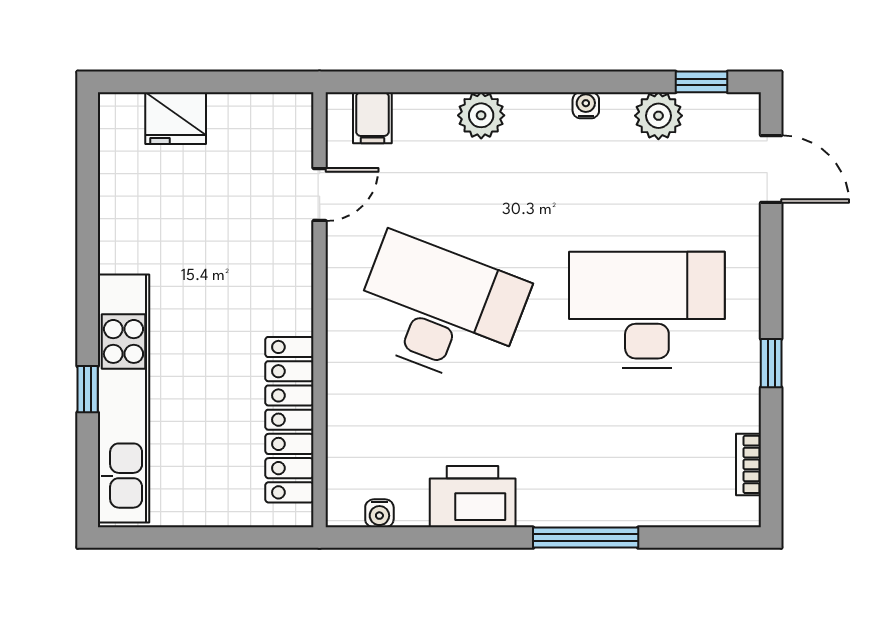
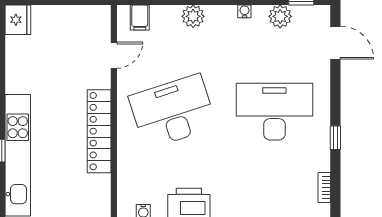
fridge: (176, 118) -> (18, 20), moved, turned -90
desk: (440, 310) -> (173, 112), turned -39
locker: (289, 420) -> (99, 131), moved

